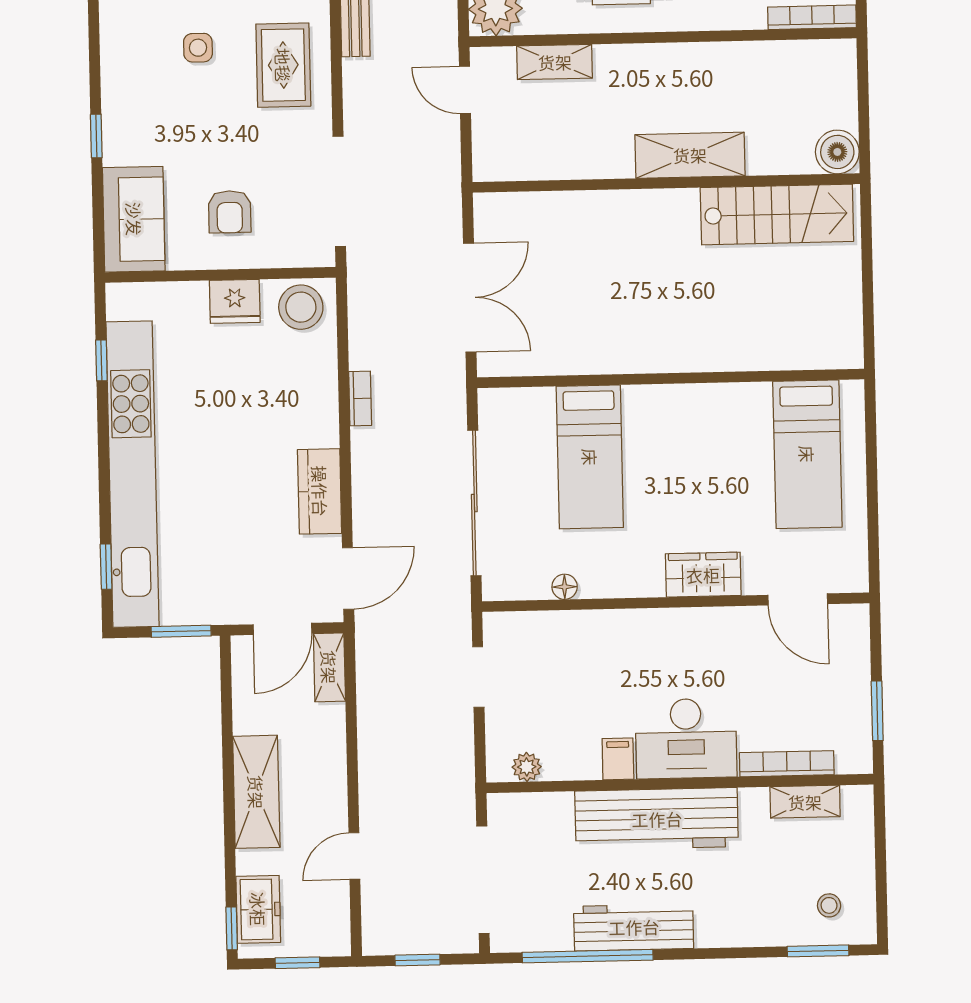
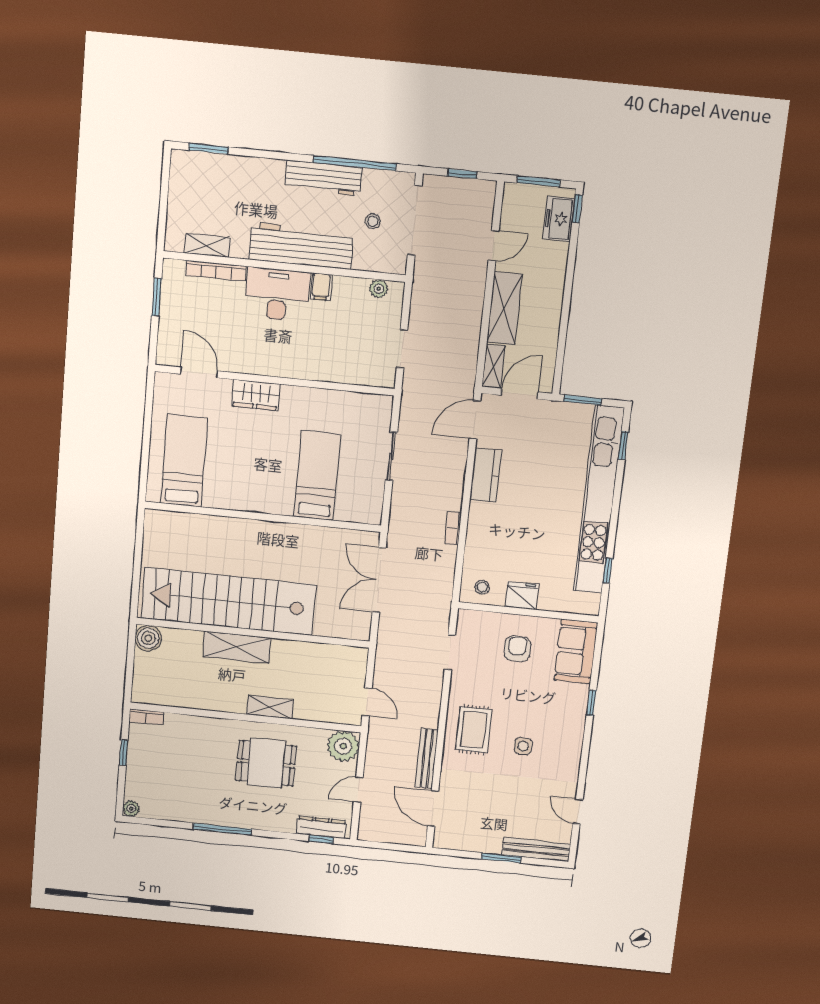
bookcase: (812, 17) -> (146, 717), width x0.64
shelving: (555, 62) -> (270, 707), moved
doorway: (339, 191) -> (450, 652), width x0.53
stairs: (777, 215) -> (228, 601), width x1.86, depth x1.51
stool: (301, 307) -> (482, 587), width x0.53, depth x0.53
sliding door: (474, 503) -> (391, 456), width x0.54
floor lamp: (565, 587) -> (342, 398), removed
shelving: (256, 792) -> (504, 308), moved
stool: (829, 905) -> (373, 221), moved
window: (297, 963) -> (539, 181), width x1.50

